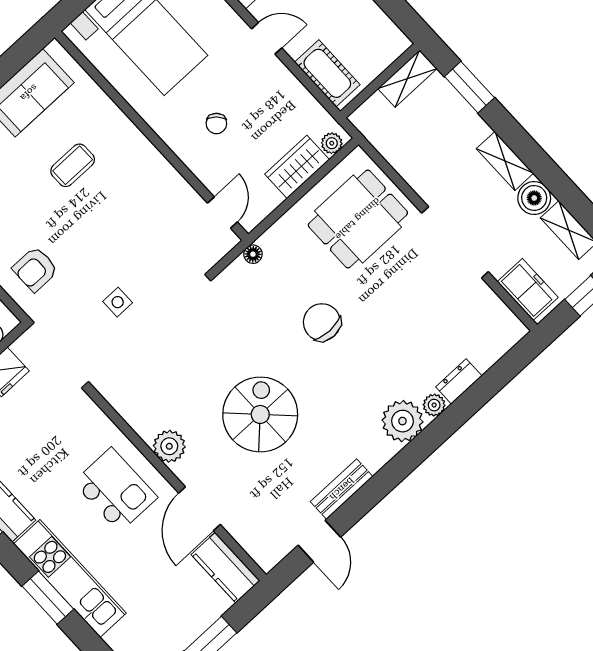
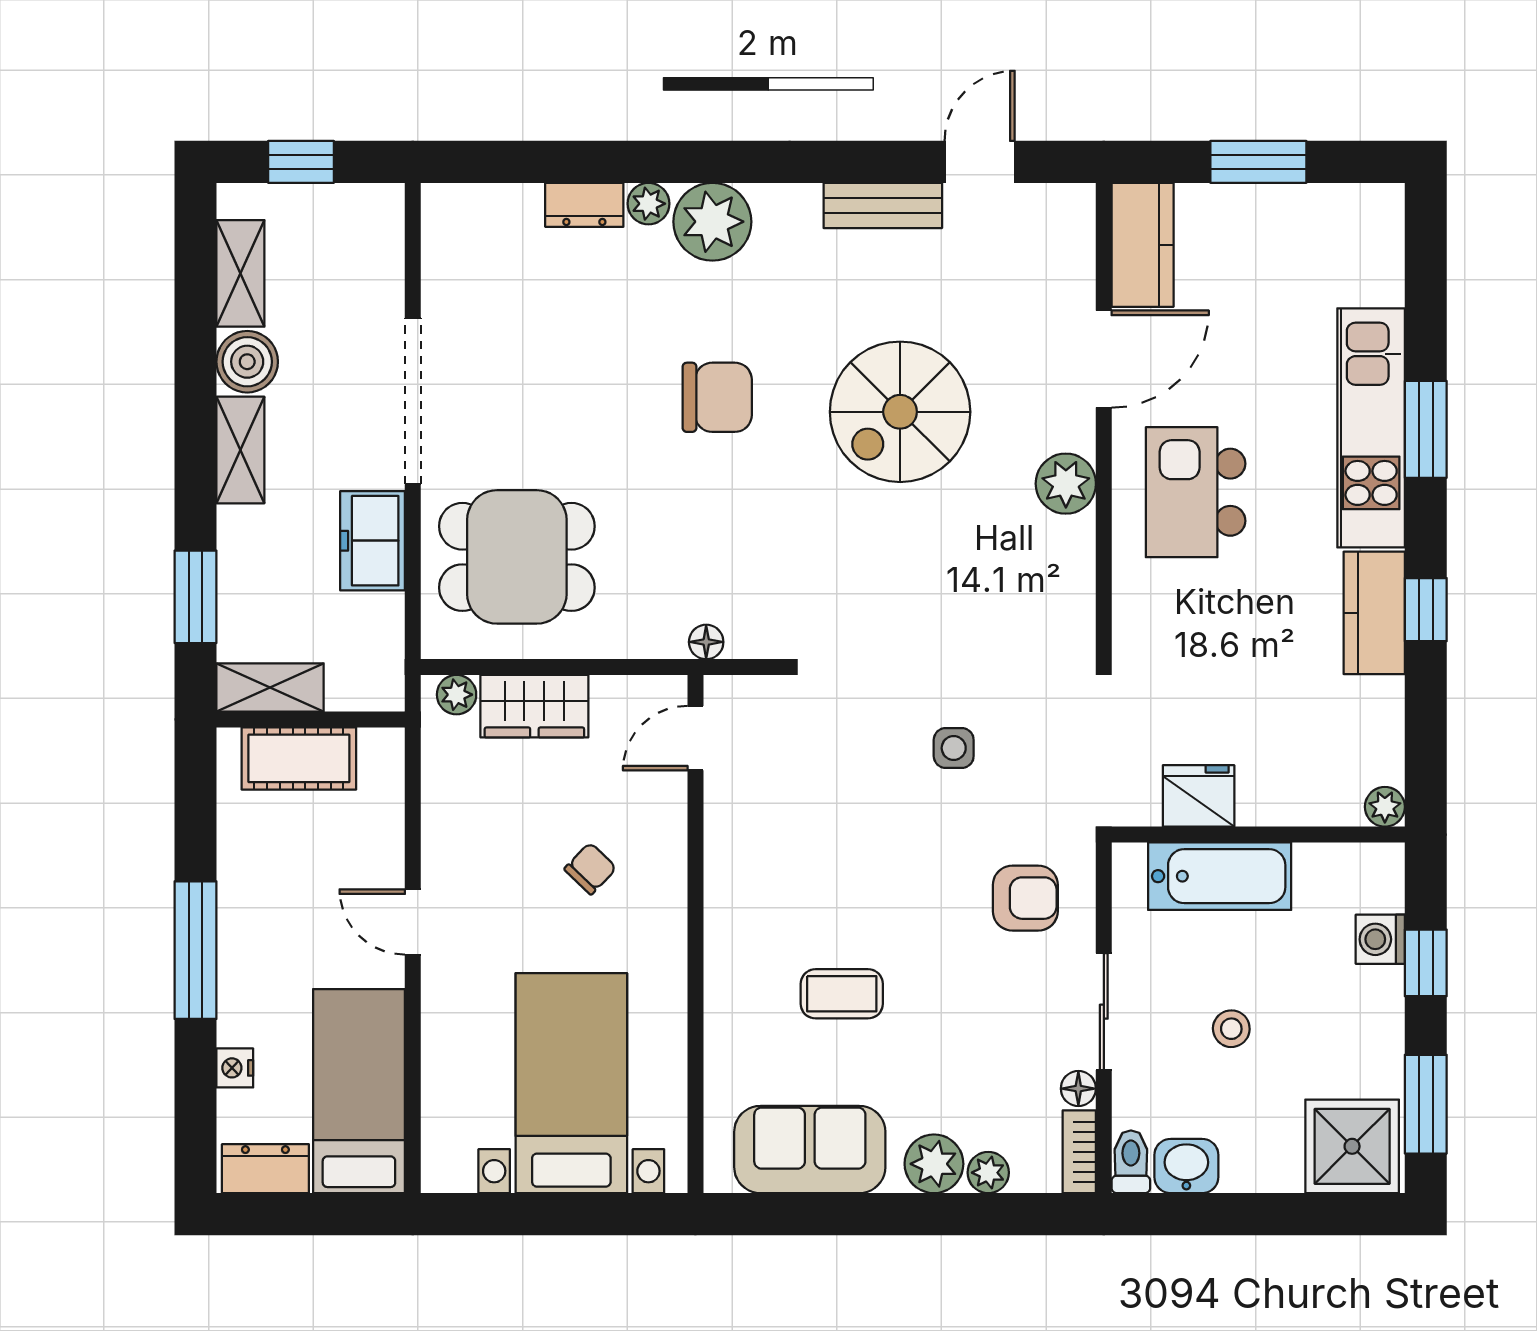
cot: (327, 73) -> (299, 758), moved, turned 90
freezer: (528, 290) -> (373, 541), moved
chair: (322, 322) -> (717, 397), moved, turned -90

